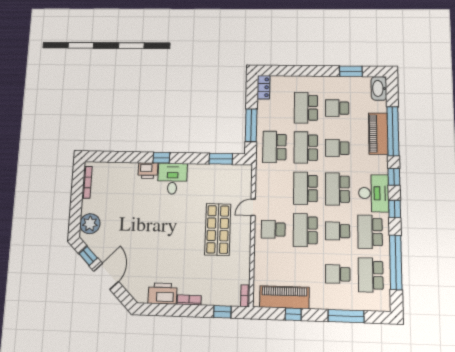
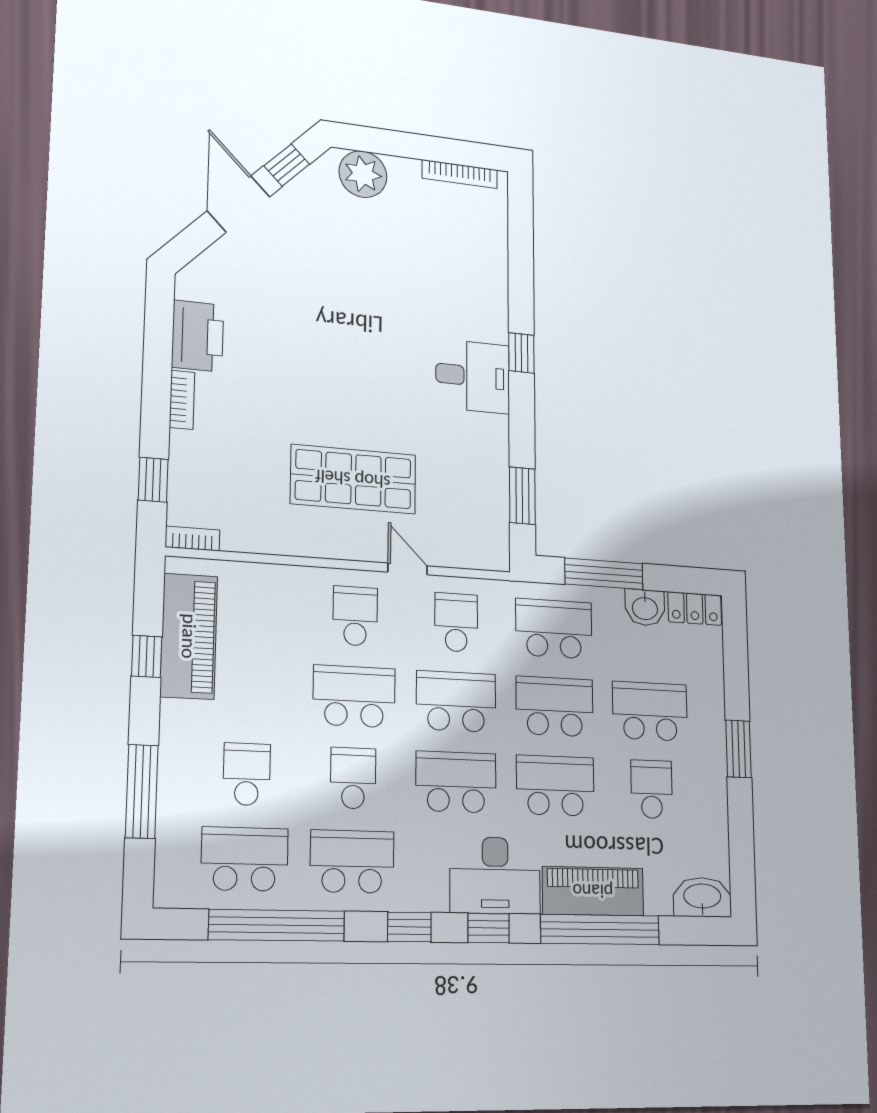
window: (351, 71) -> (738, 749), moved
washbasin: (264, 108) -> (645, 608), added
school desk: (337, 148) -> (555, 786), width x1.85
printer: (148, 171) -> (490, 319), removed
school desk: (274, 188) -> (456, 622), added
desk: (374, 193) -> (495, 875), moved
door: (106, 276) -> (239, 204), swing flipped

